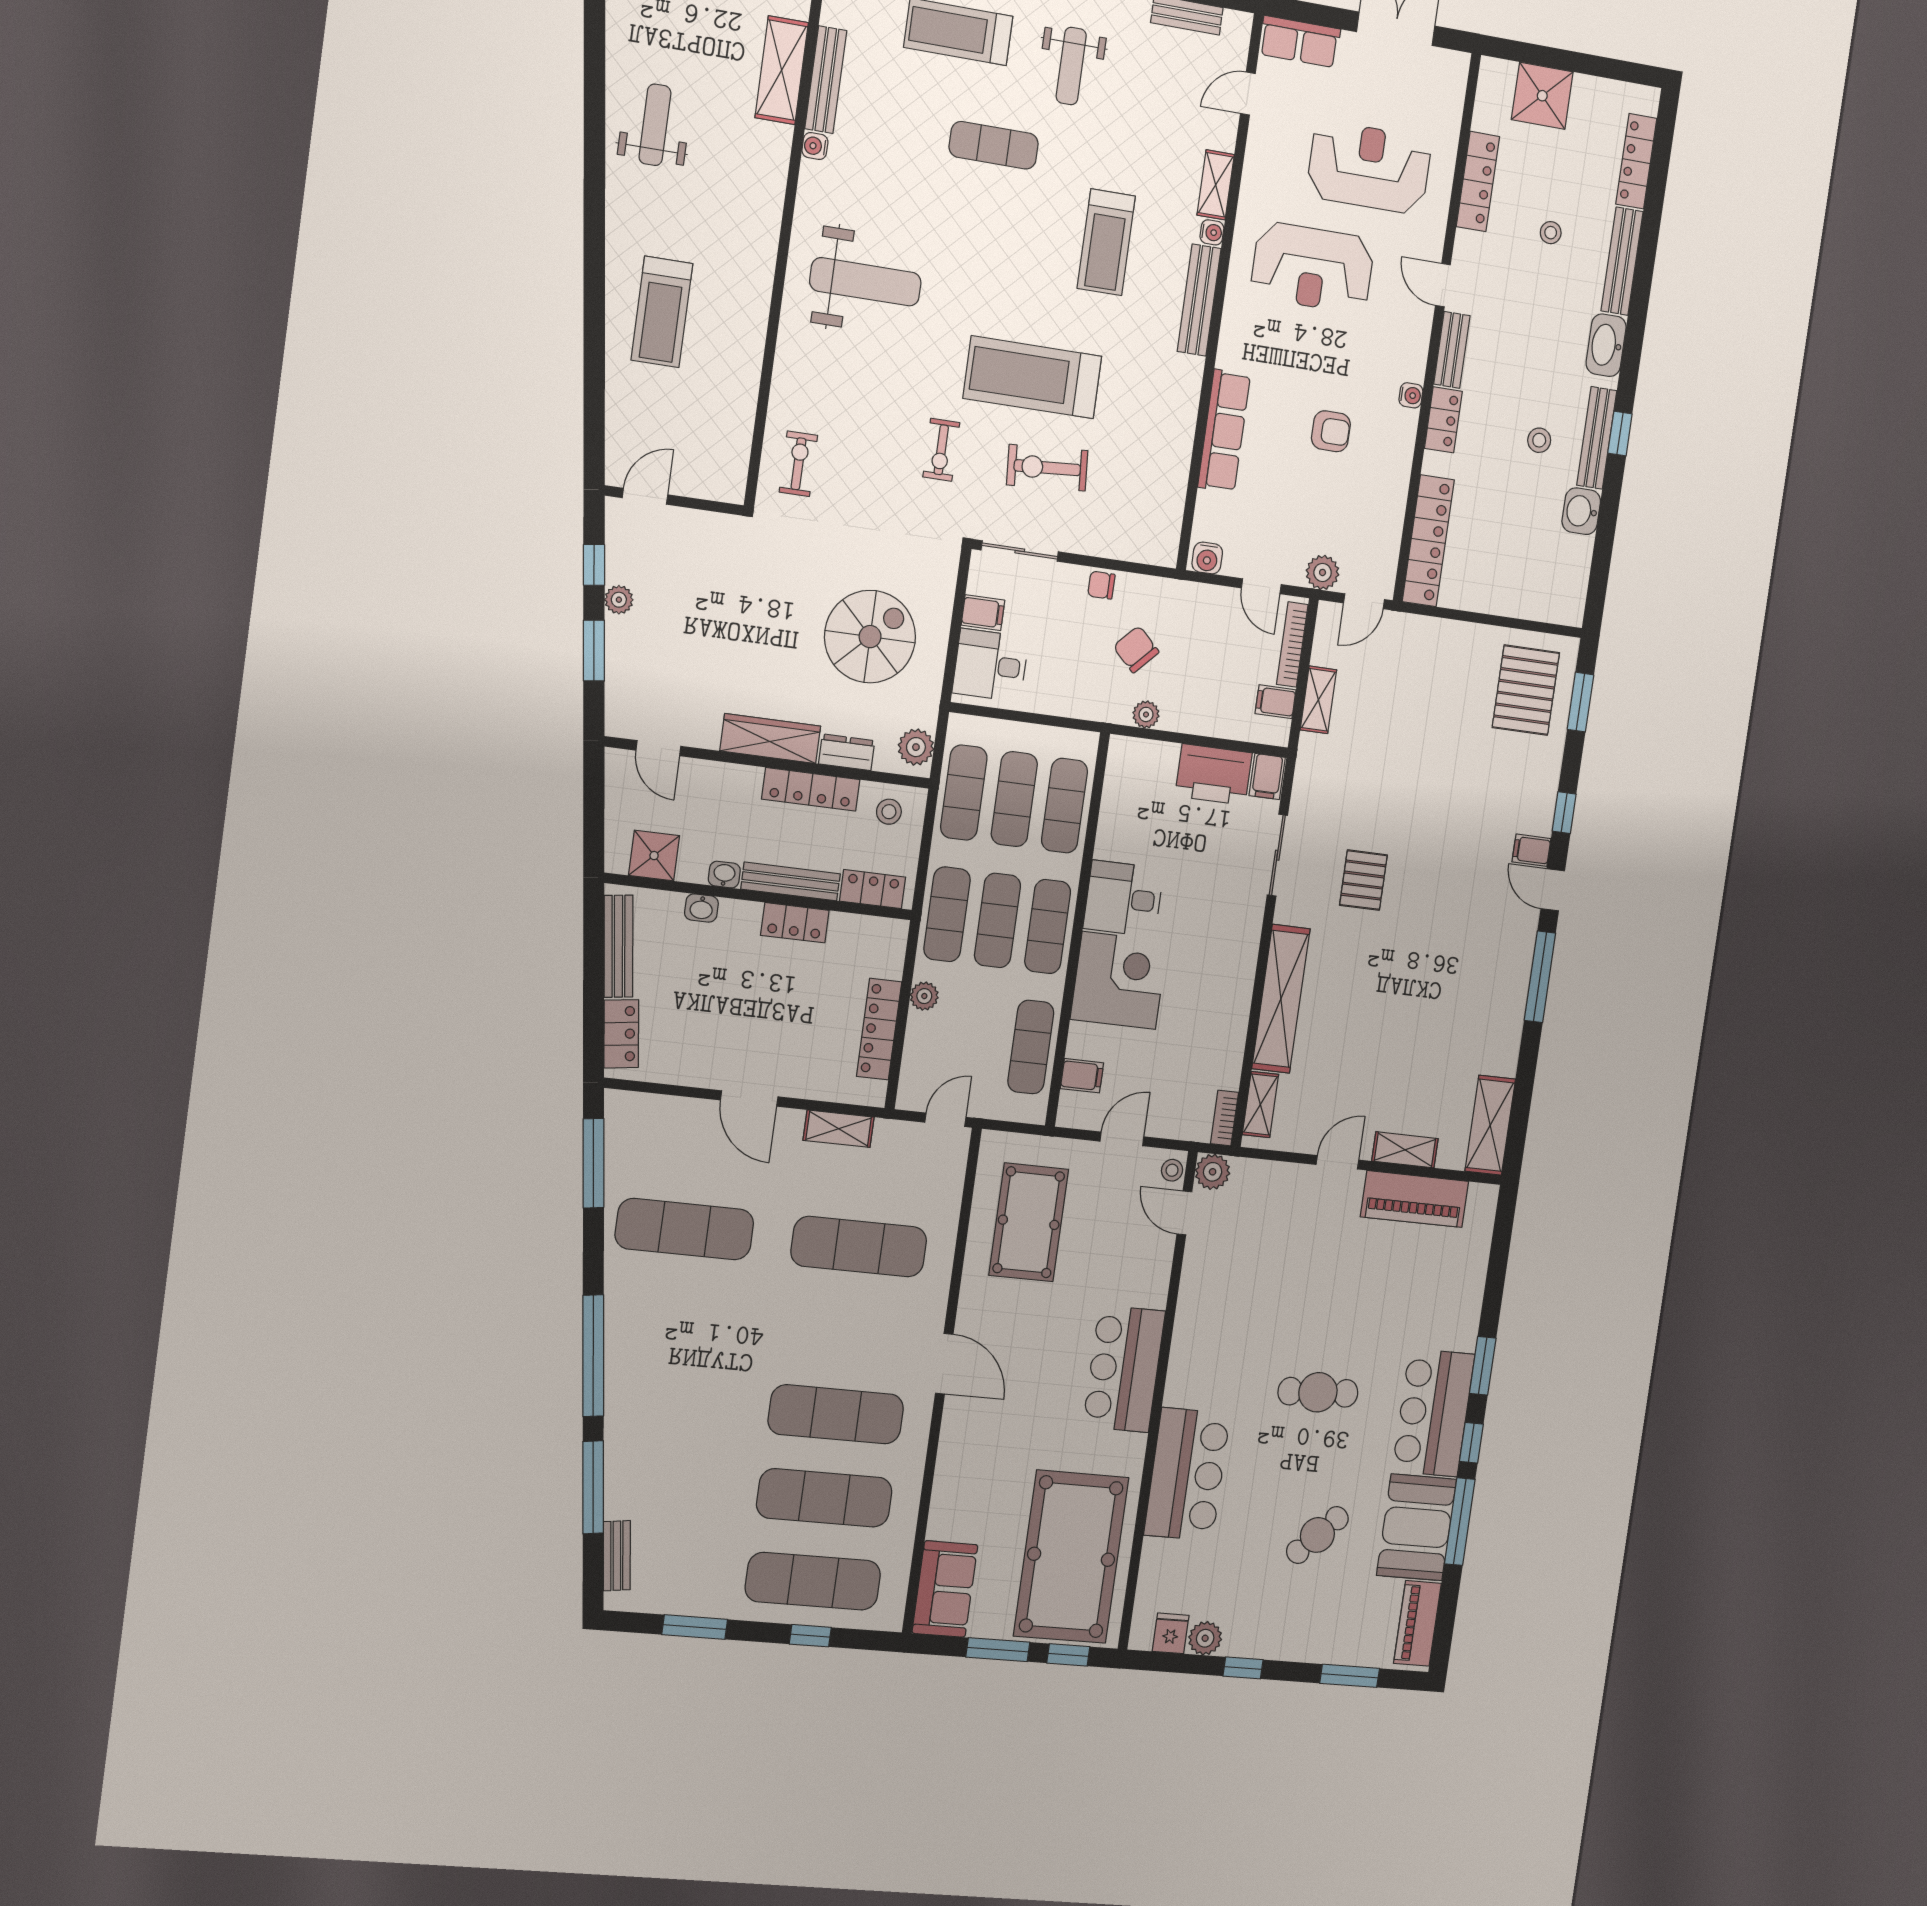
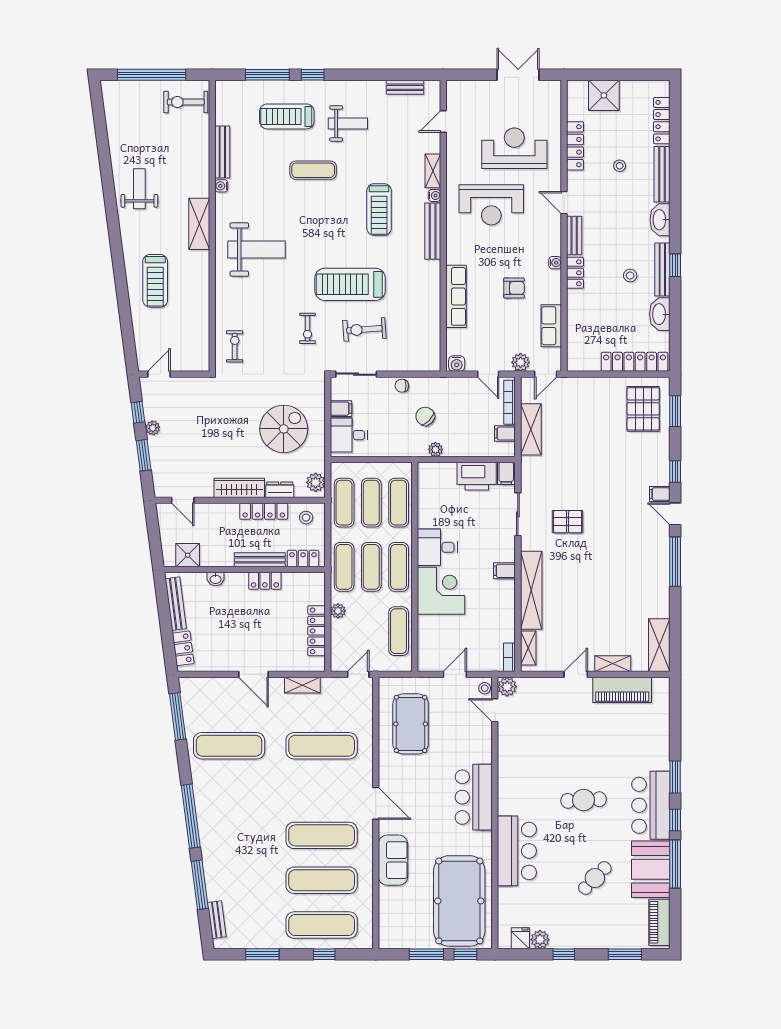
row of seats: (1300, 42) -> (551, 326), moved, turned 90
weight bench: (1071, 66) -> (348, 124), turned -90
shelving: (782, 70) -> (199, 224), moved
washbasin: (1581, 511) -> (660, 314), width x1.38
locker: (1428, 541) -> (635, 362), moved, turned -90
shelving: (1318, 700) -> (531, 429), width x1.50, depth x1.33
washbasin: (724, 875) -> (225, 560), removed
pallet: (1363, 880) -> (568, 522), turned 90
filing cabinet: (1082, 1076) -> (504, 571), moved, turned 180
sofa: (945, 1589) -> (393, 860), moved

